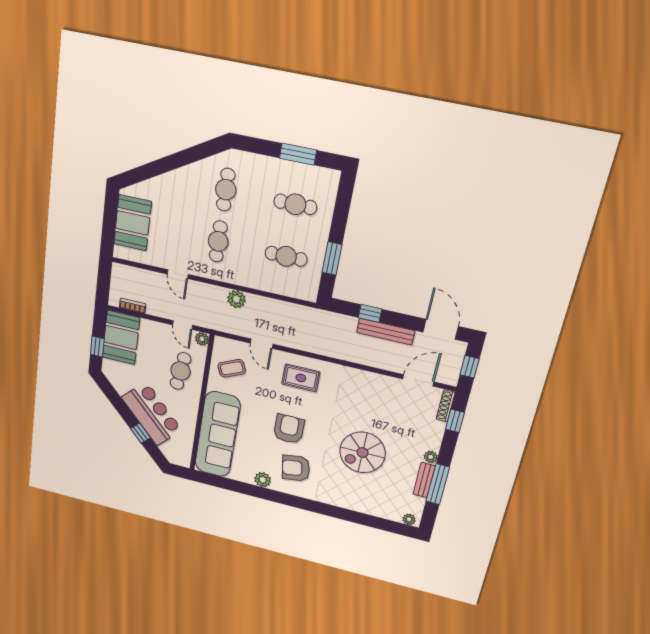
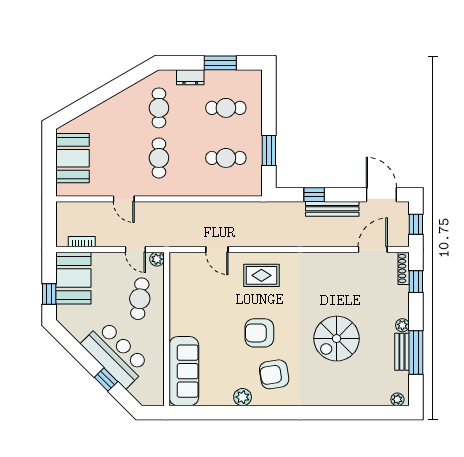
dresser: (263, 164) -> (190, 77), added
plant: (236, 299) -> (185, 210), removed
coffee table: (232, 368) -> (191, 283), removed
armchair: (289, 429) -> (259, 333), turned -90
sofa: (218, 434) -> (184, 371), width x0.74, depth x0.79

